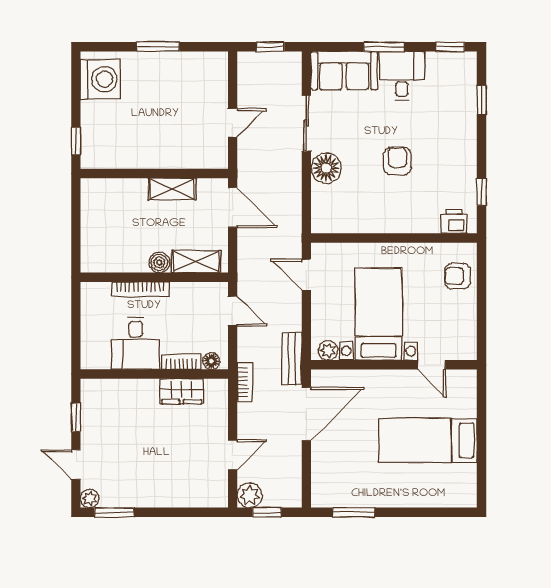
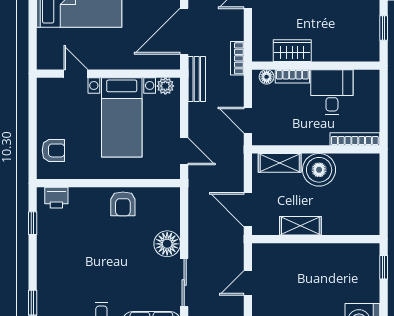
armchair: (397, 161) -> (123, 204), moved
boiler: (159, 262) -> (319, 170), width x1.86, depth x1.86
bookcase: (140, 289) -> (355, 139), moved

